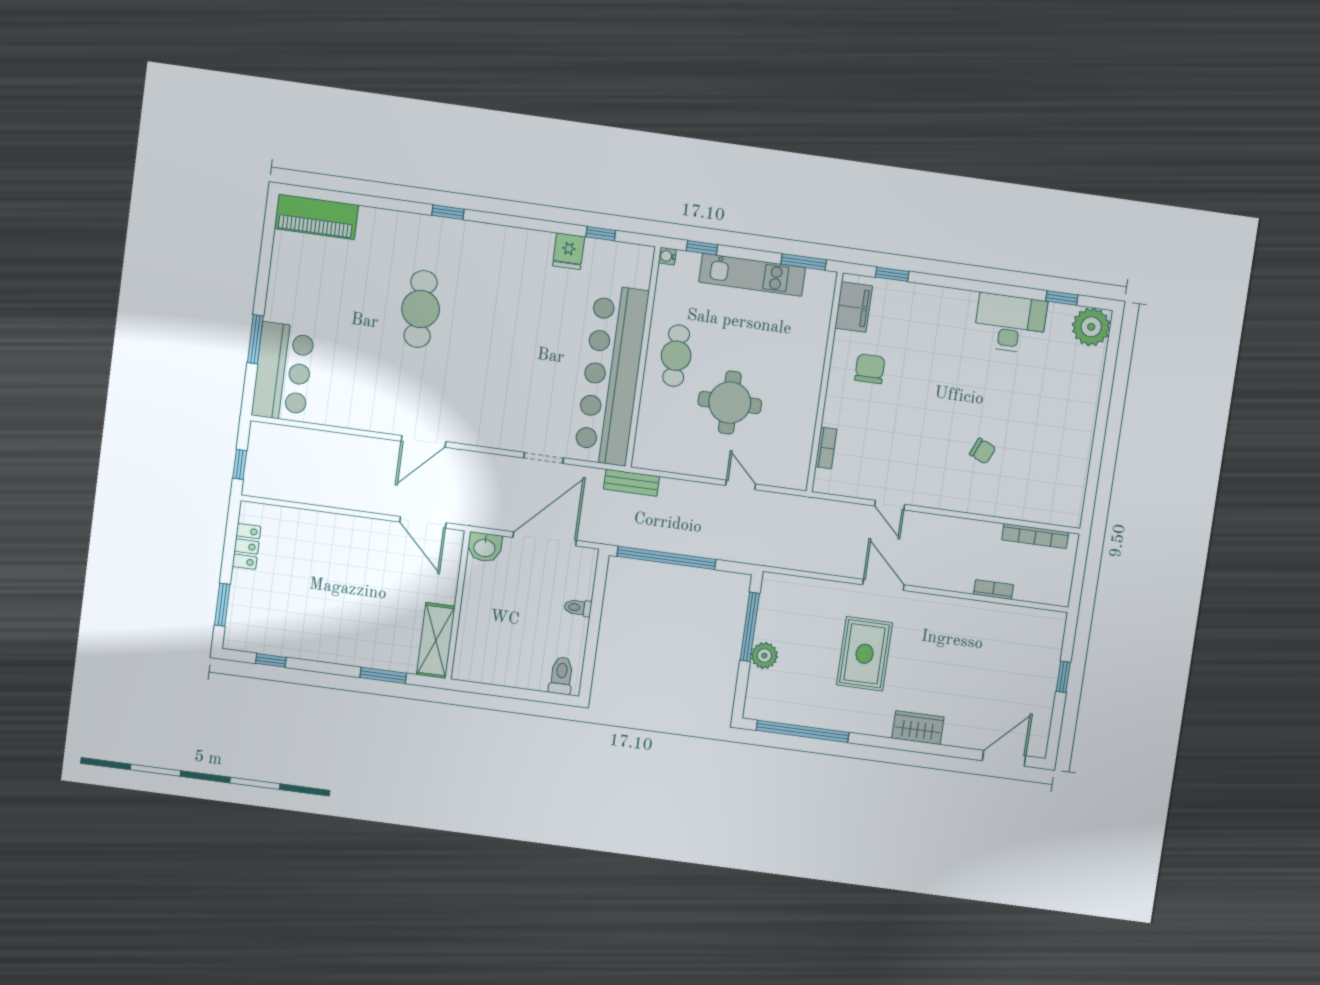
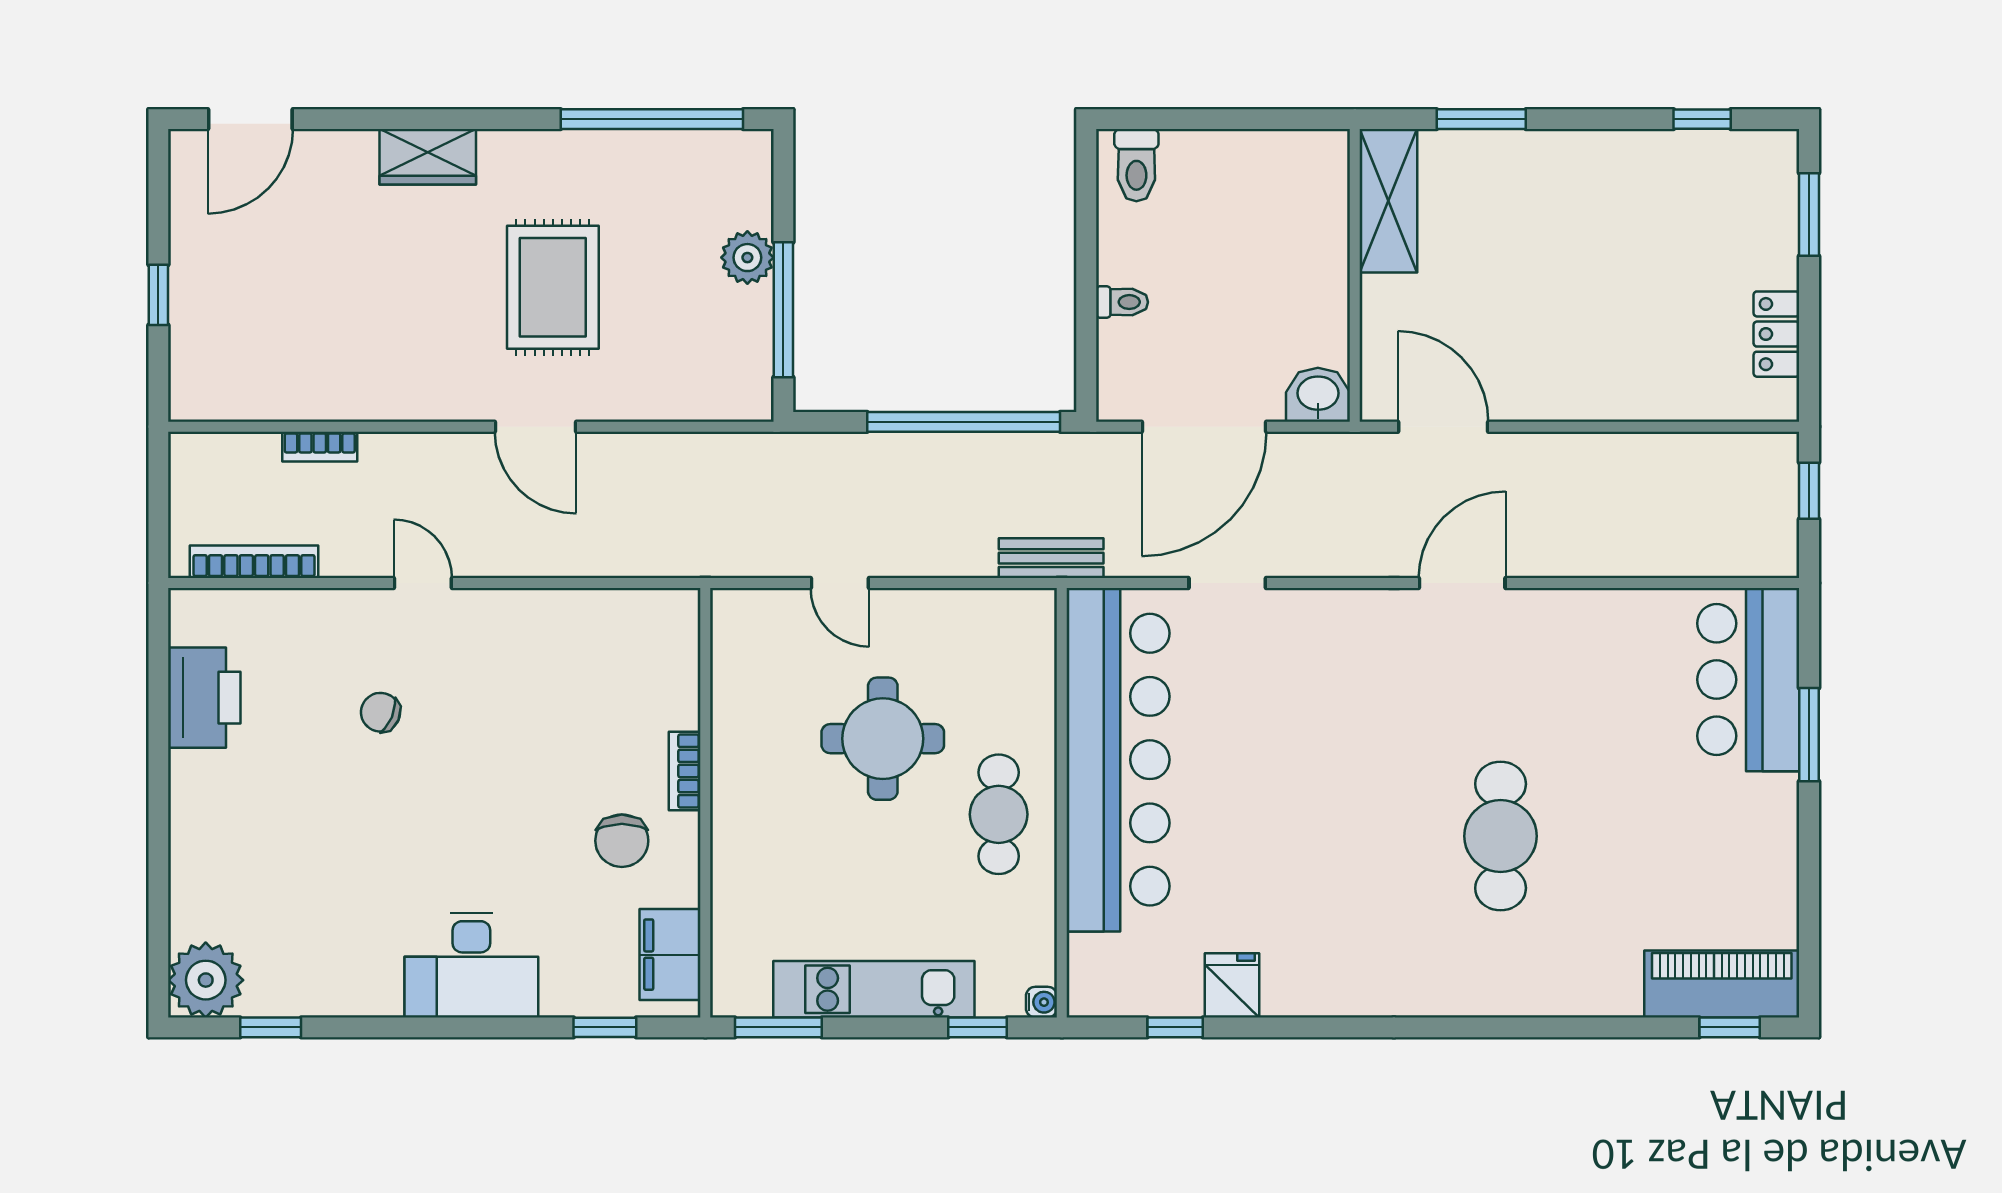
window: (448, 212) -> (1730, 1027), moved
desk: (1010, 323) -> (471, 965), moved
bookcase: (826, 448) -> (685, 771), moved
printer: (1071, 471) -> (204, 698), added
door: (890, 505) -> (423, 583), moved

